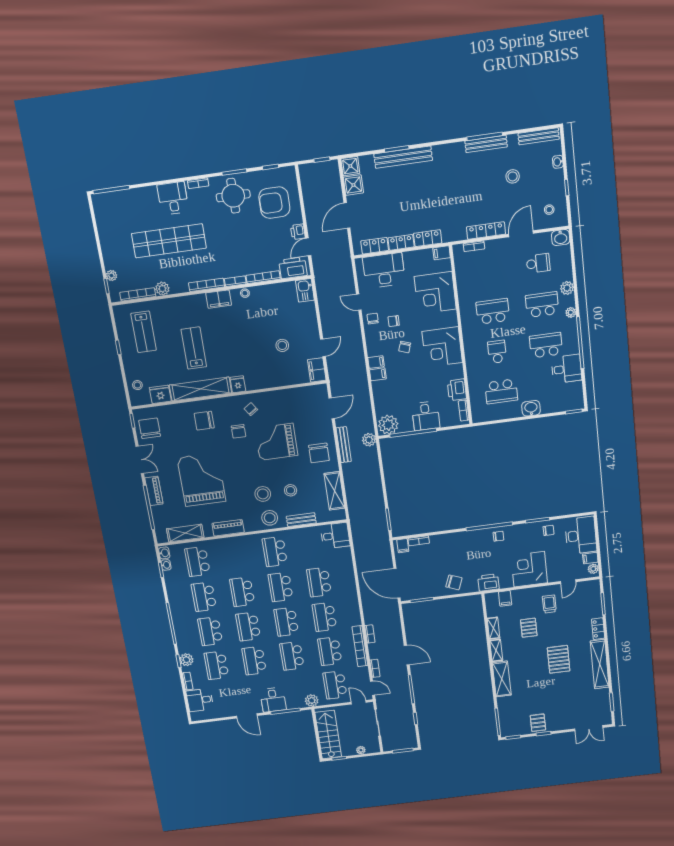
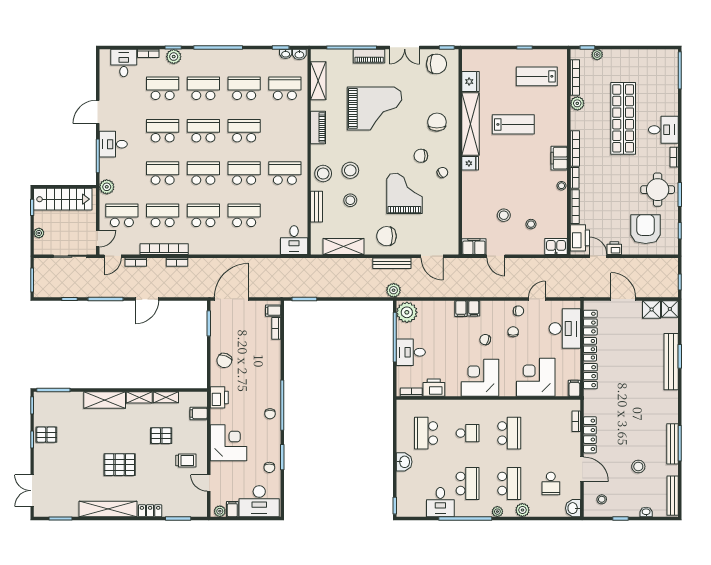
stool: (137, 385) -> (531, 224), moved

